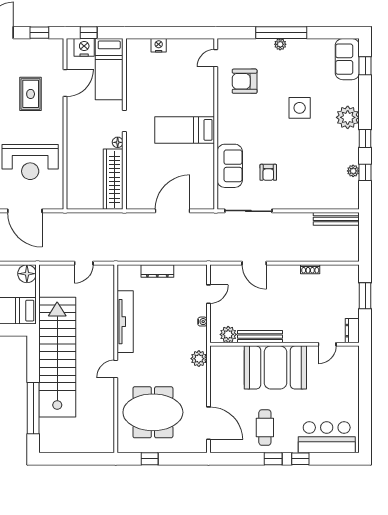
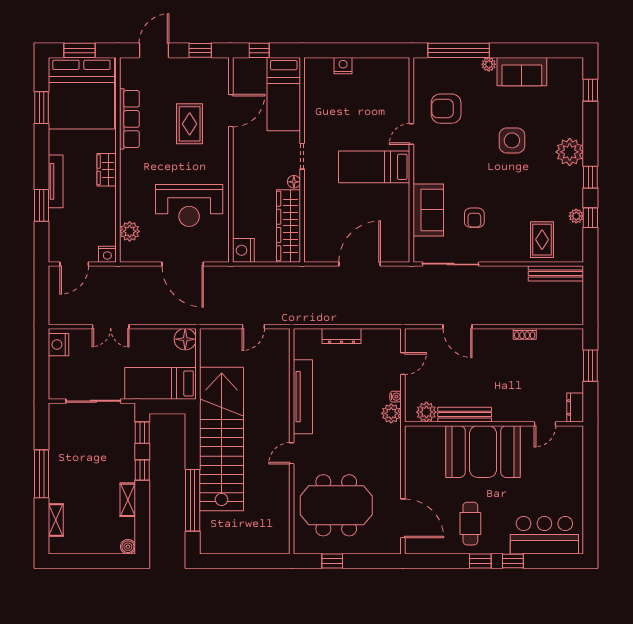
window: (281, 33) -> (459, 50), moved
nightstand: (84, 47) -> (243, 250), moved, turned -90
door: (216, 58) -> (411, 134), moved
sofa: (347, 59) -> (522, 72), moved, turned -90
rug: (325, 191) -> (542, 240), added
plant: (199, 359) -> (391, 413), moved

